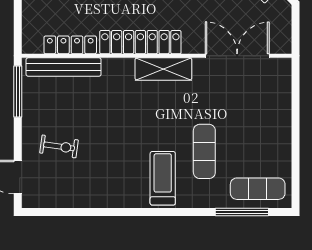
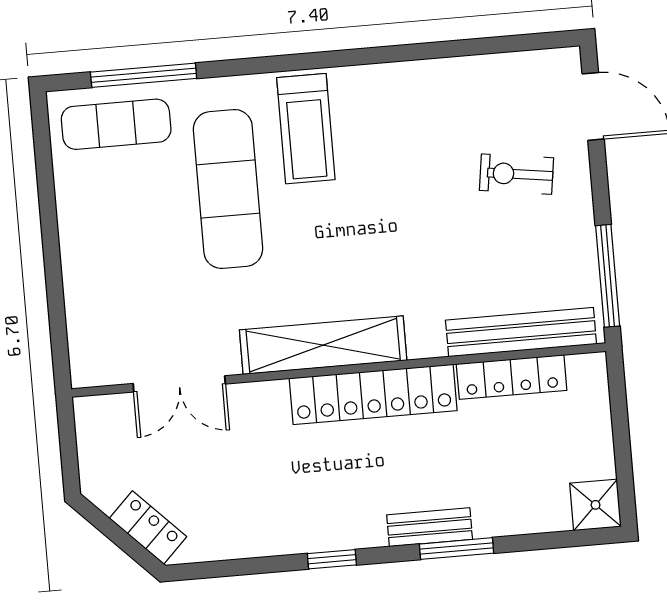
double door: (237, 56) -> (179, 384), width x0.73
shelving: (163, 69) -> (323, 345), width x1.47
exercise mat: (204, 151) -> (228, 189), width x1.36, depth x1.45

